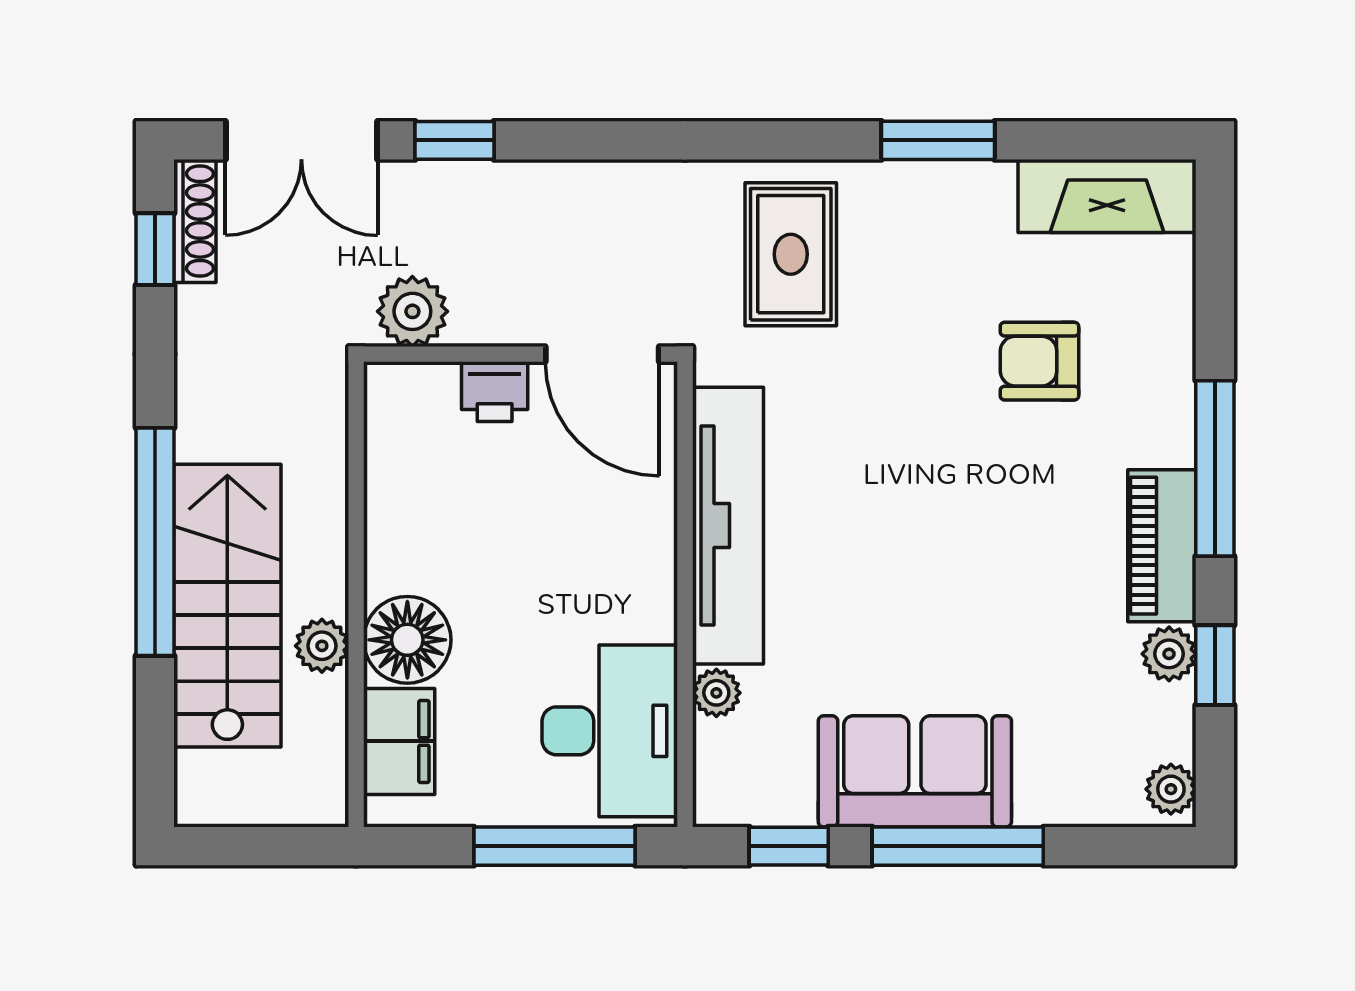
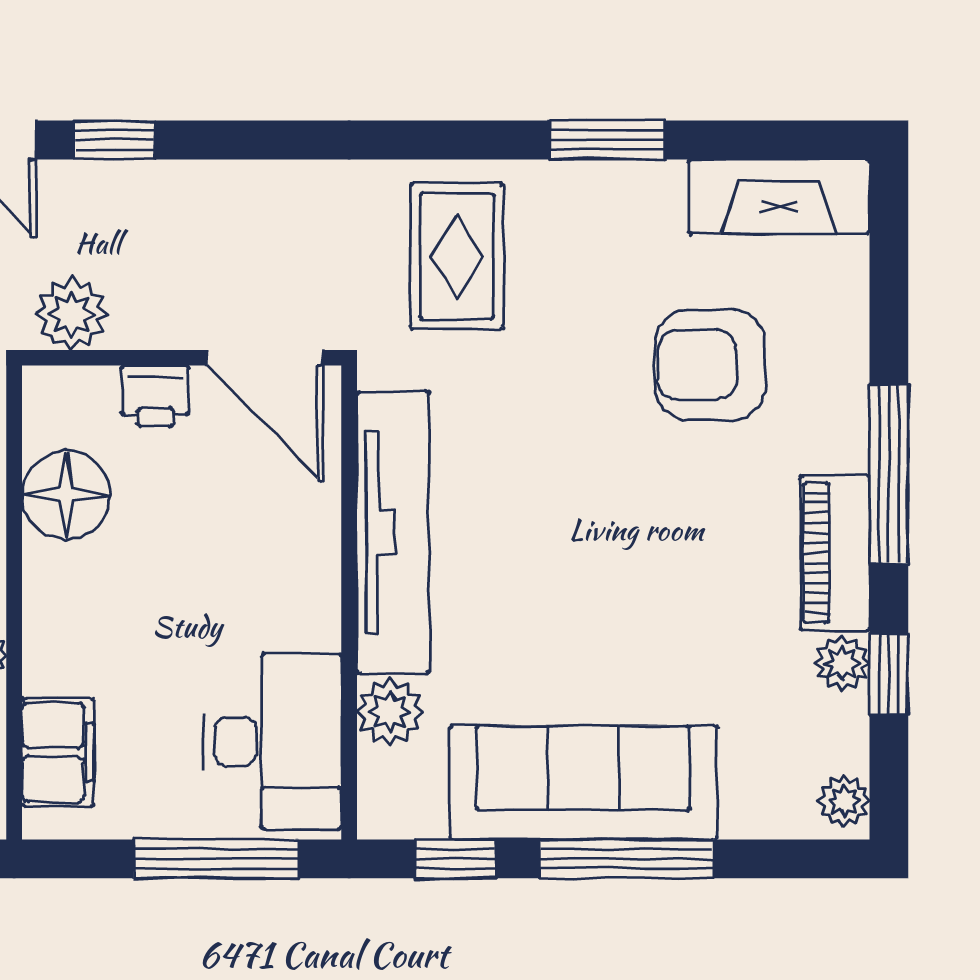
armchair: (1039, 361) -> (710, 365), width x1.38, depth x1.38
floor lamp: (407, 640) -> (66, 495), moved
plant: (716, 693) -> (390, 712), width x1.38, depth x1.38
sofa: (915, 771) -> (583, 783), width x1.36

